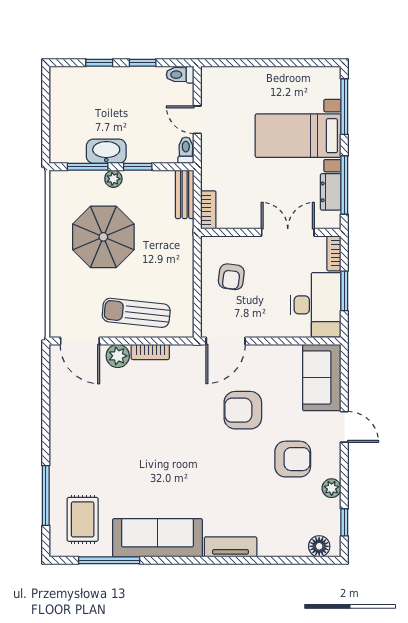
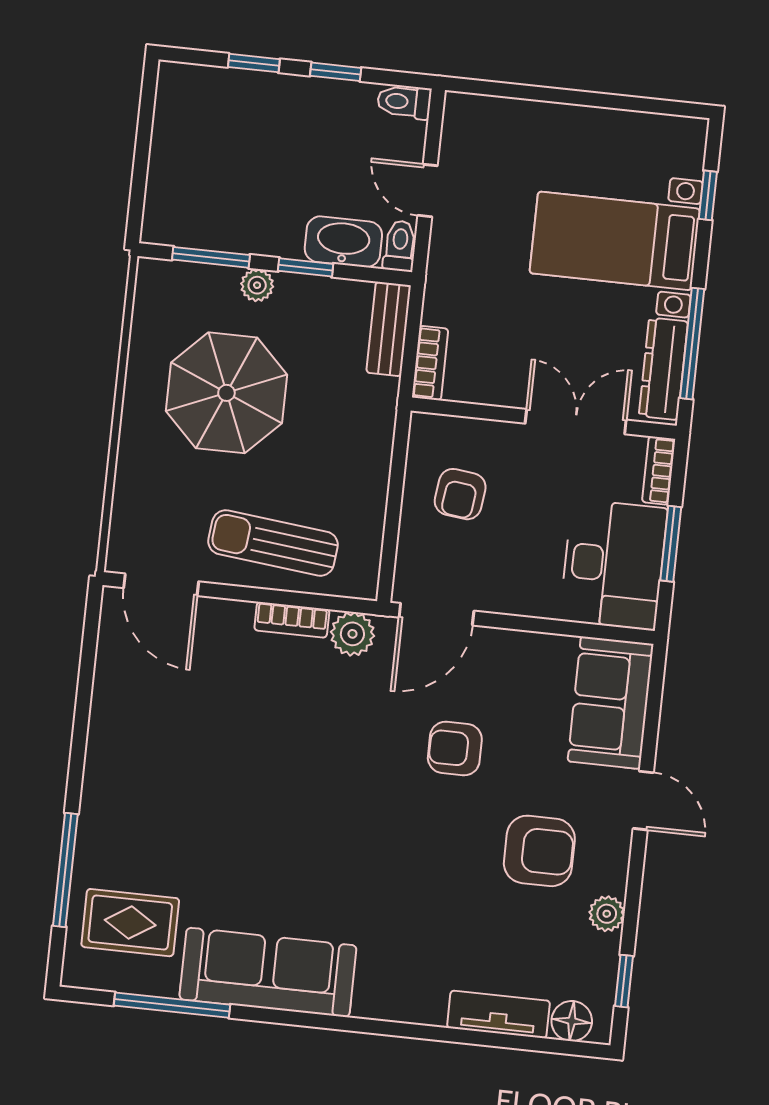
window: (344, 107) -> (708, 195), width x0.46
washbasin: (106, 151) -> (343, 242), moved
dresser: (331, 192) -> (663, 369), width x1.44
plant: (118, 356) -> (352, 634), moved
armchair: (243, 410) -> (455, 748), width x0.72, depth x0.72
rug: (83, 519) -> (130, 923), turned 90
tv unit: (231, 547) -> (498, 1014), moved

